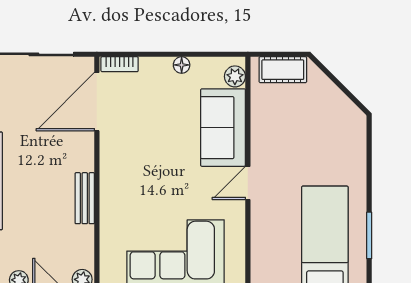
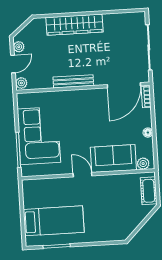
door: (97, 102) -> (124, 85), swing flipped
bench: (85, 198) -> (73, 81), width x1.36

